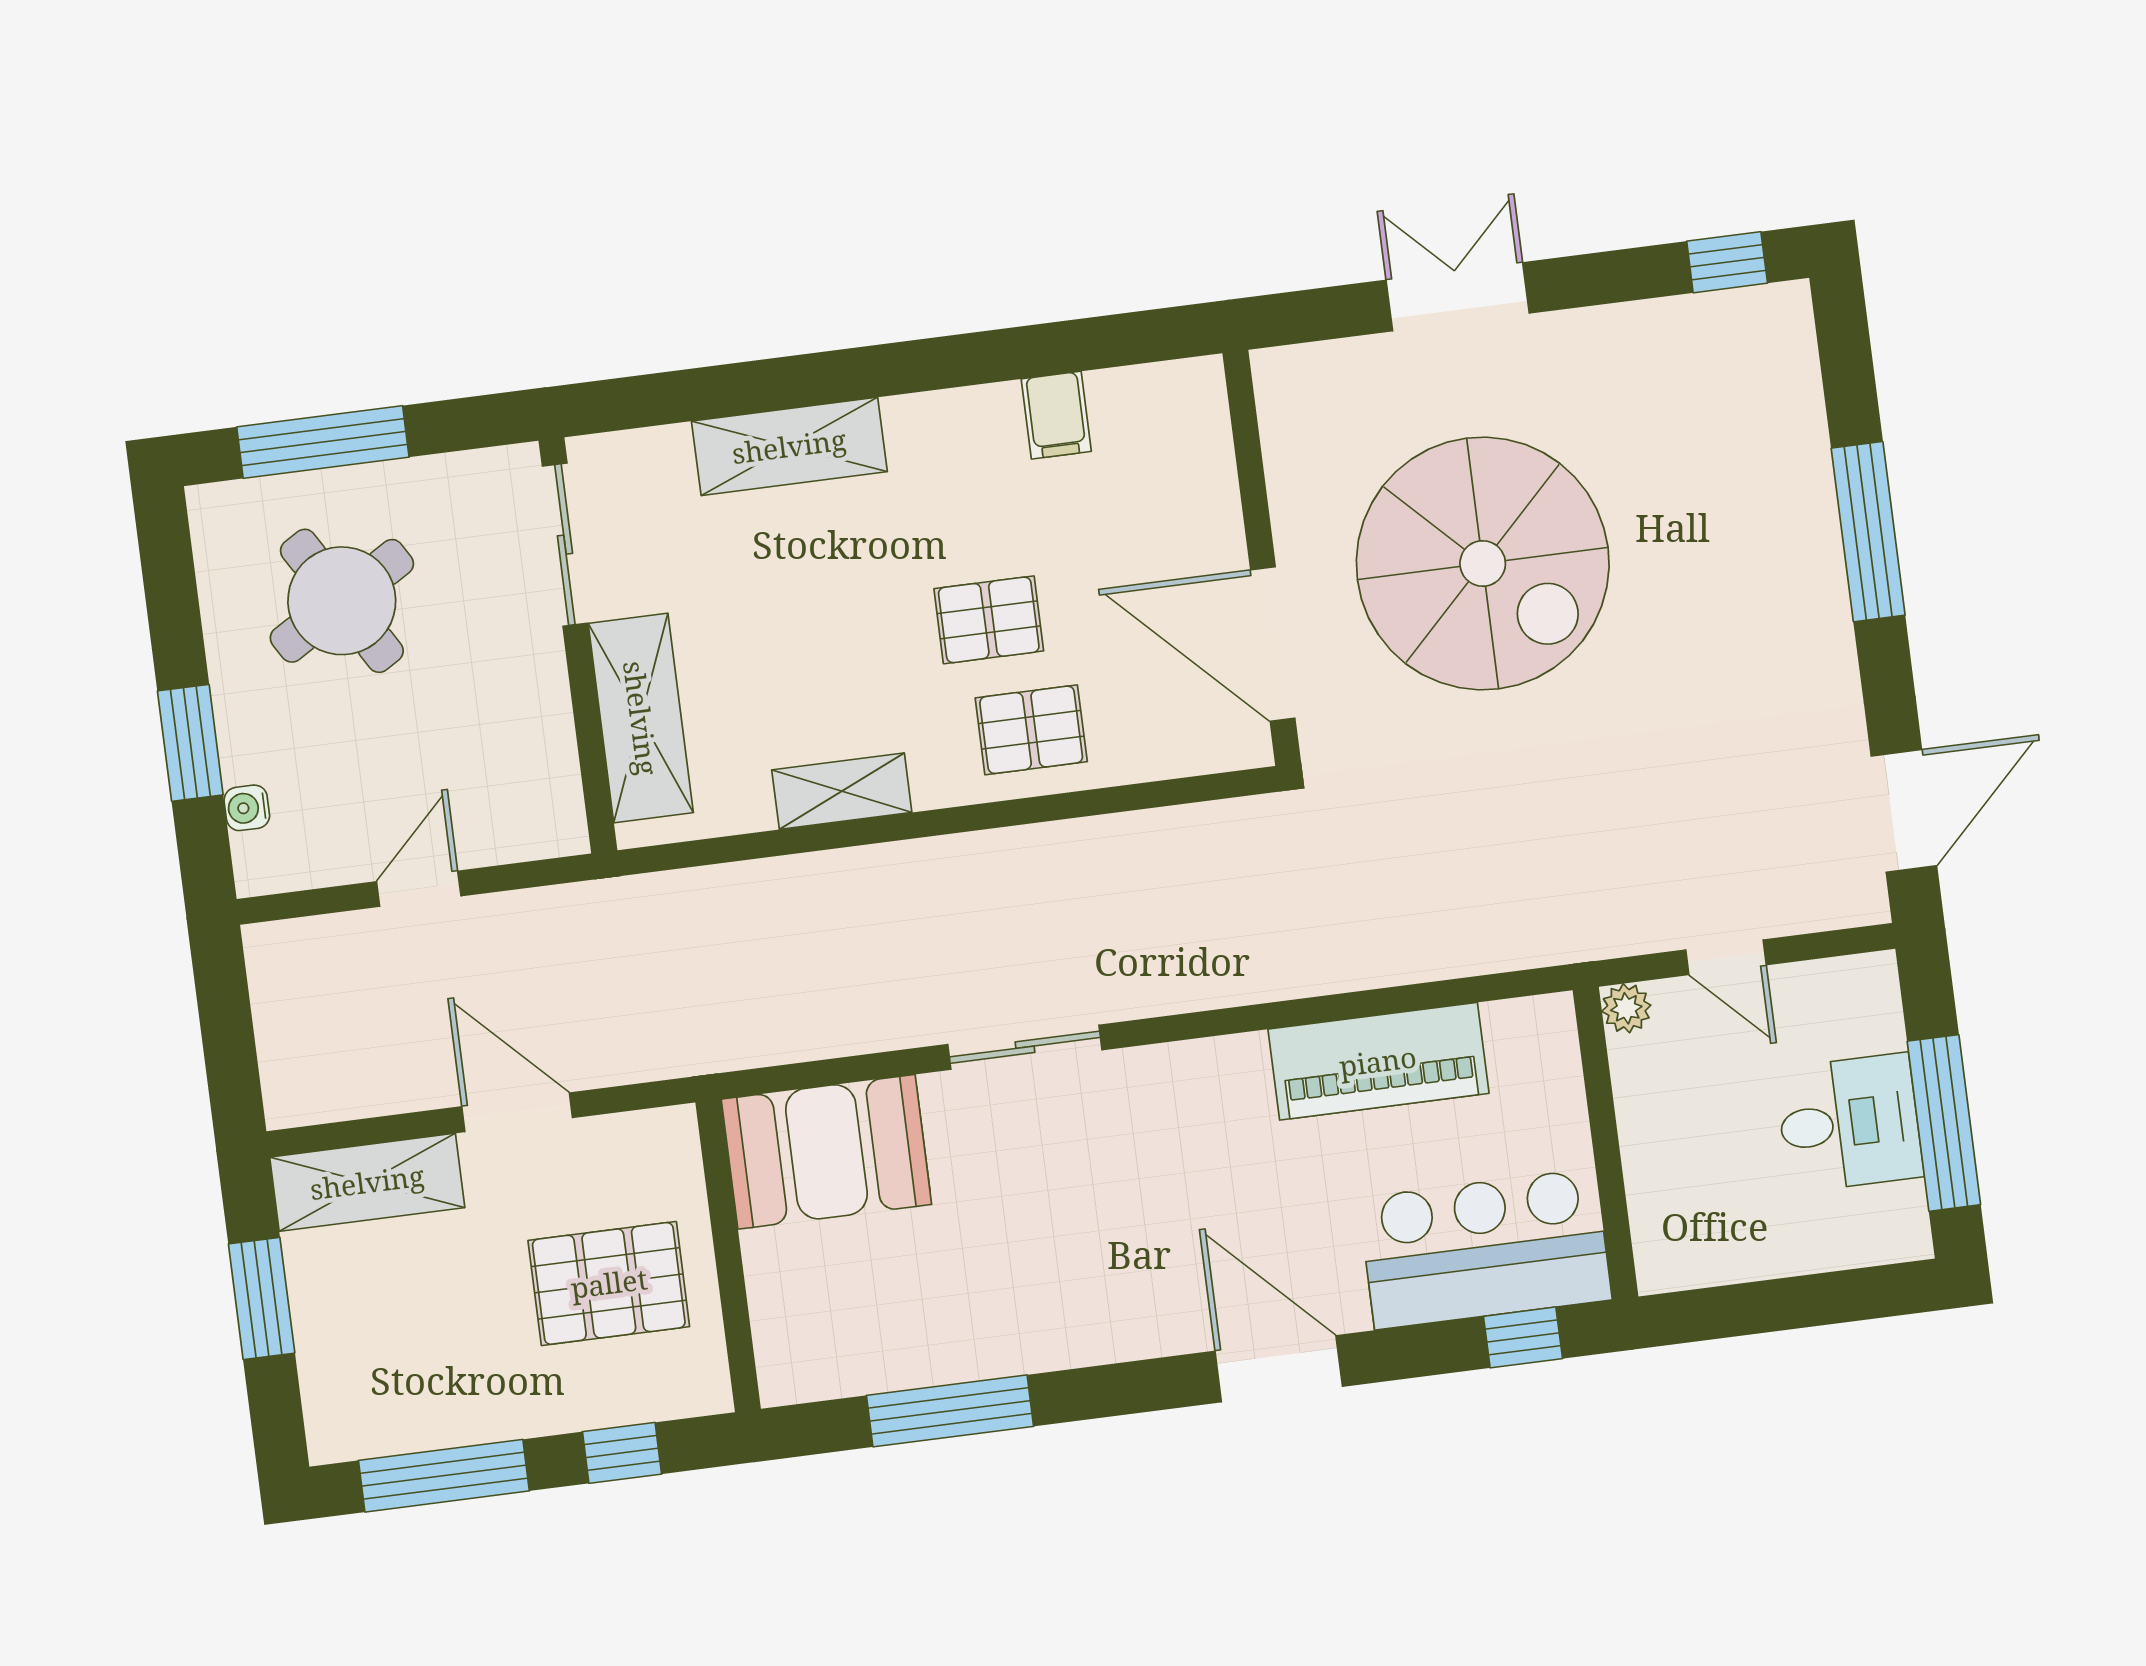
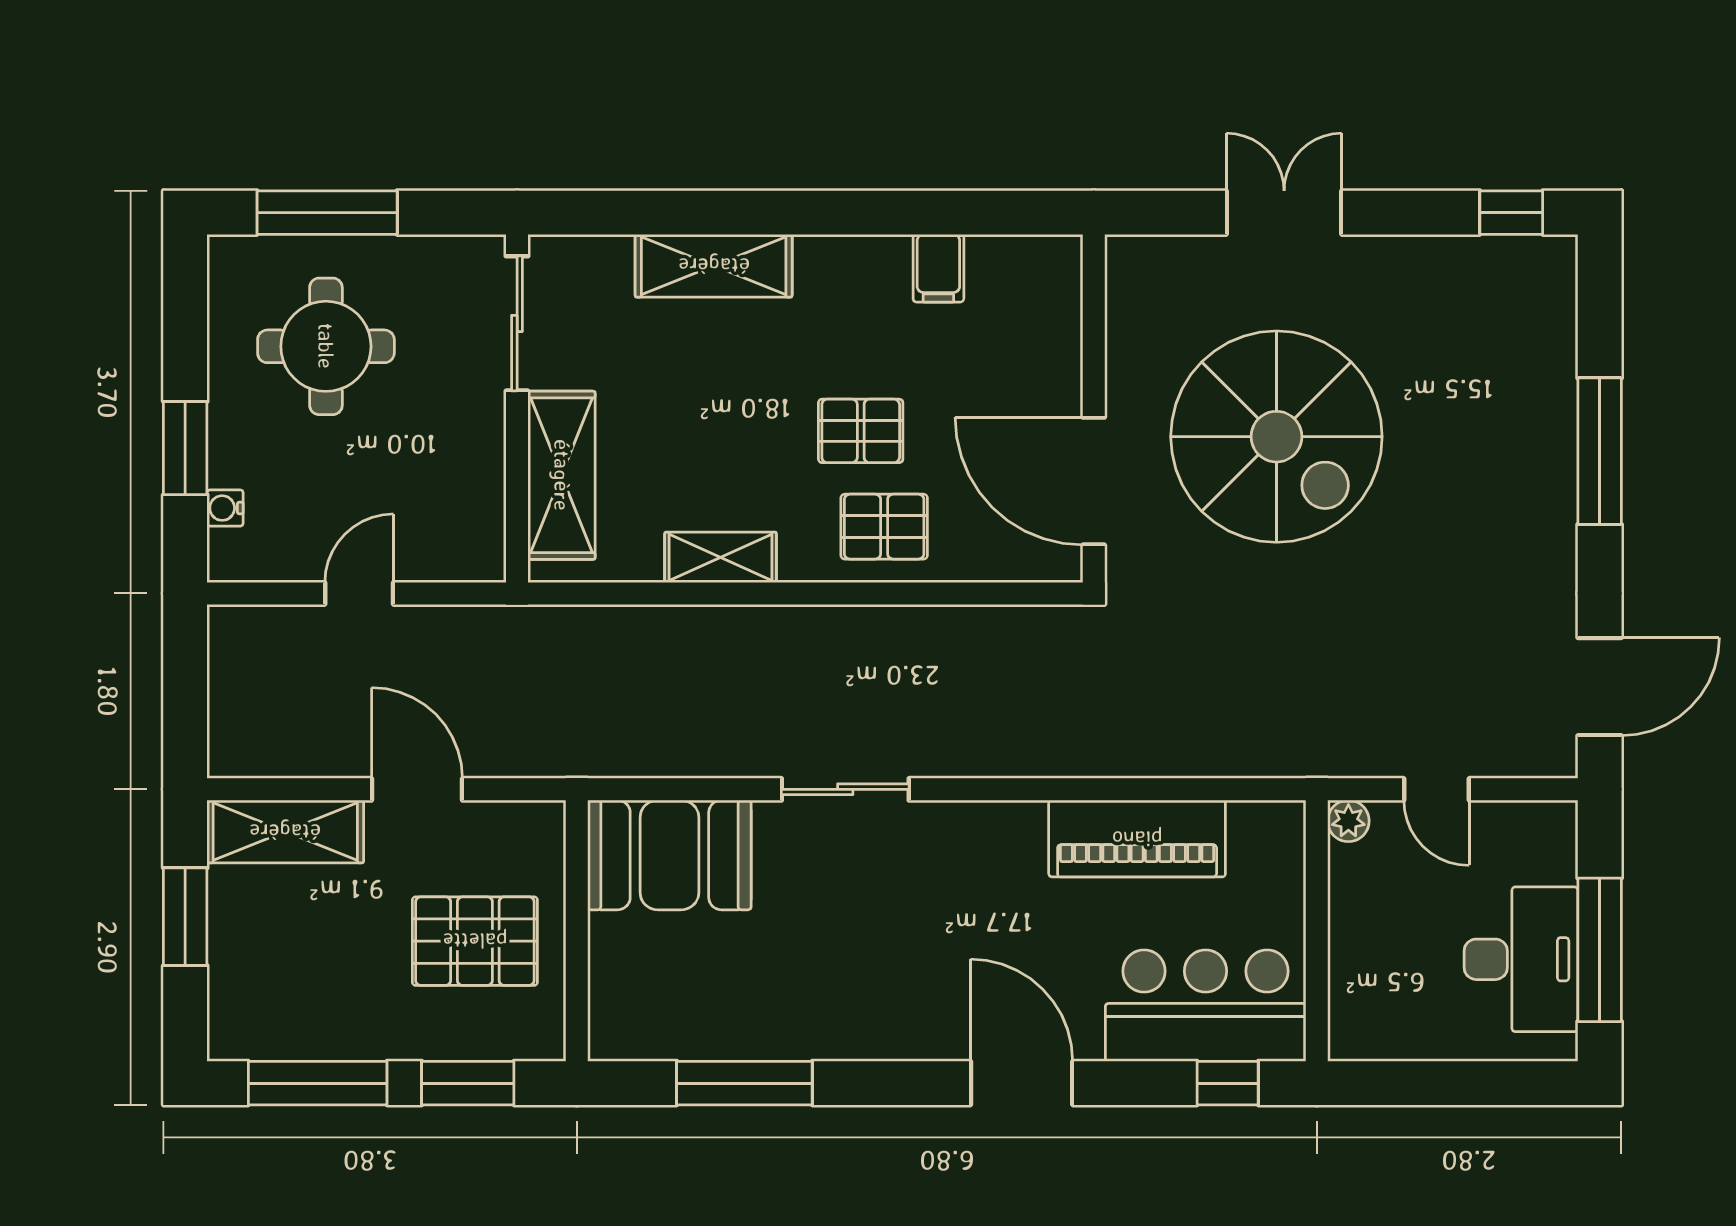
round table: (342, 601) -> (326, 346), turned 31
desk: (1849, 1123) -> (1521, 959), width x1.37
window: (622, 1453) -> (468, 1083), width x1.50

